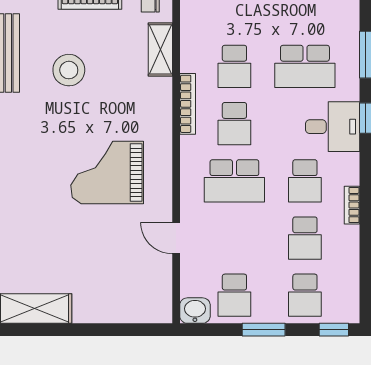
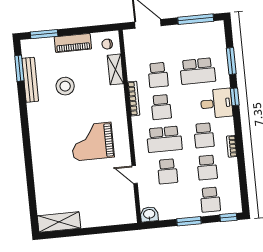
school desk: (234, 295) -> (167, 171), moved

